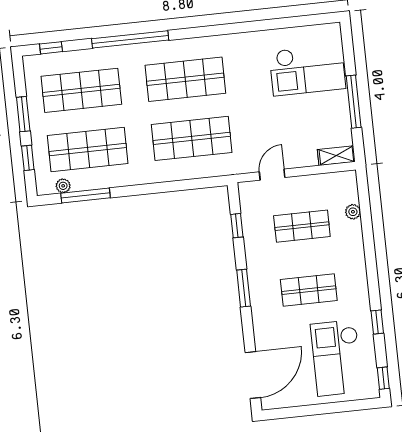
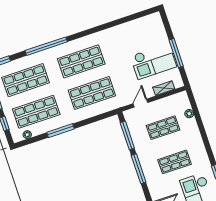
checkout: (307, 70) -> (153, 61), moved
shelving: (336, 156) -> (164, 88), moved
window: (86, 196) -> (60, 131), moved
window: (237, 226) -> (127, 135), width x2.17
window: (244, 288) -> (139, 169), width x1.44

